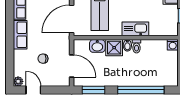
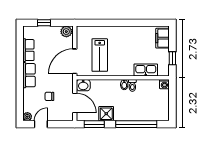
kitchen sink: (135, 29) -> (146, 70), moved
washbasin: (97, 46) -> (83, 85), moved
shower: (114, 48) -> (106, 114), moved
door: (33, 90) -> (41, 124), hinge flipped

